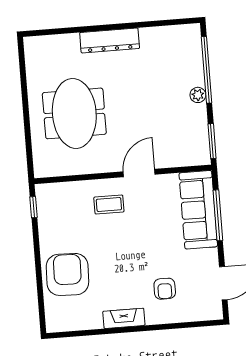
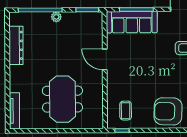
dresser: (110, 40) -> (16, 45), moved
tv unit: (51, 42) -> (14, 111), added
meeting table: (74, 113) -> (62, 99), turned 90
coffee table: (109, 205) -> (126, 111), moved

